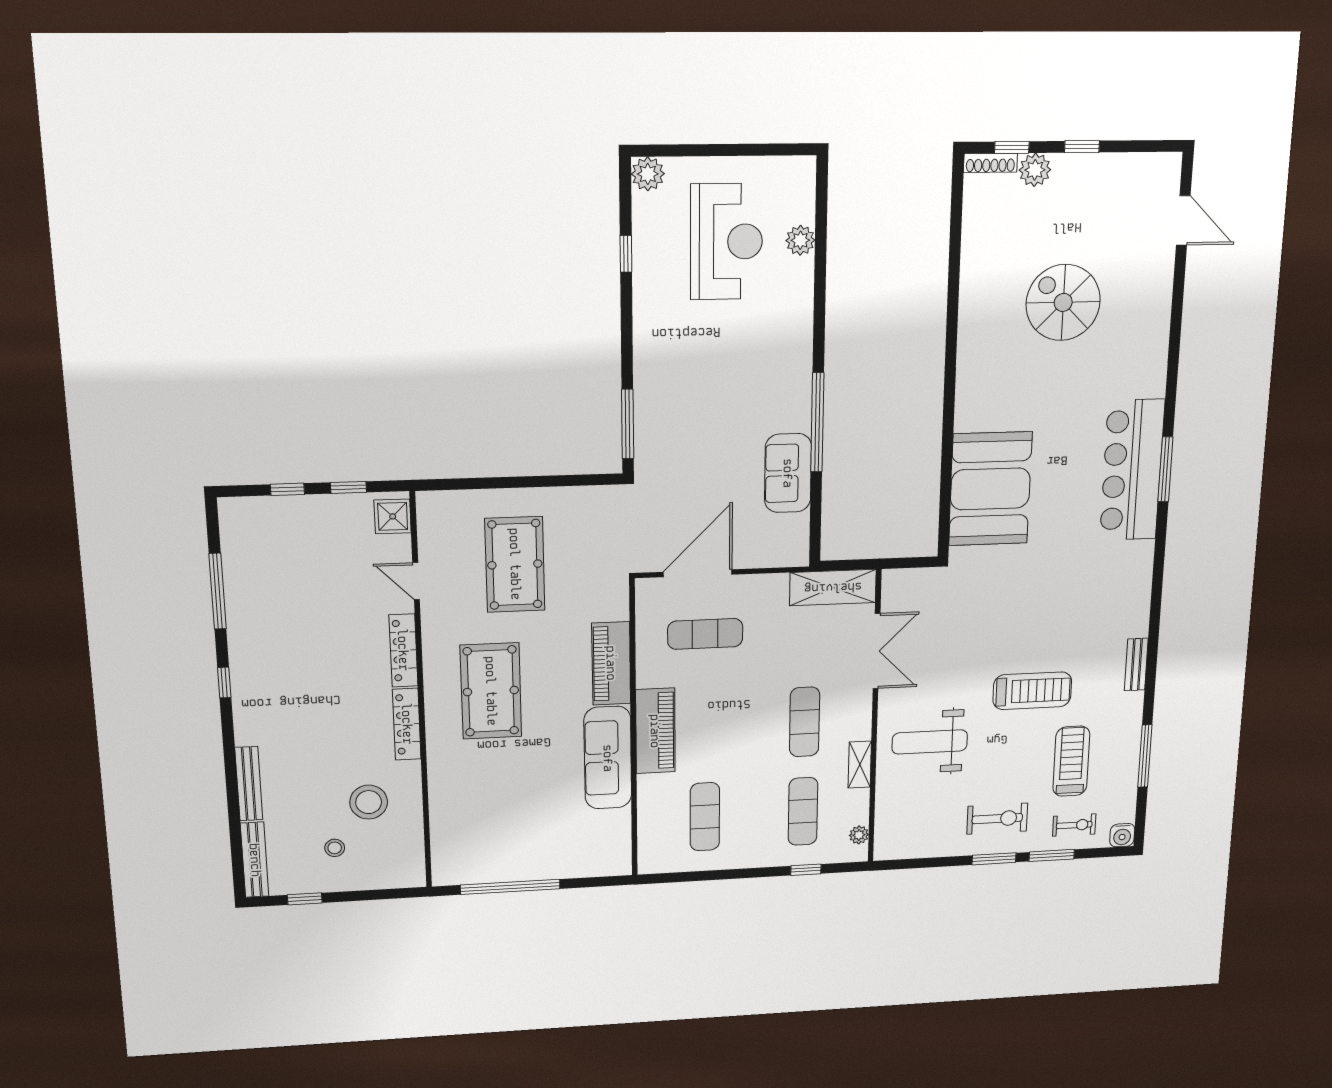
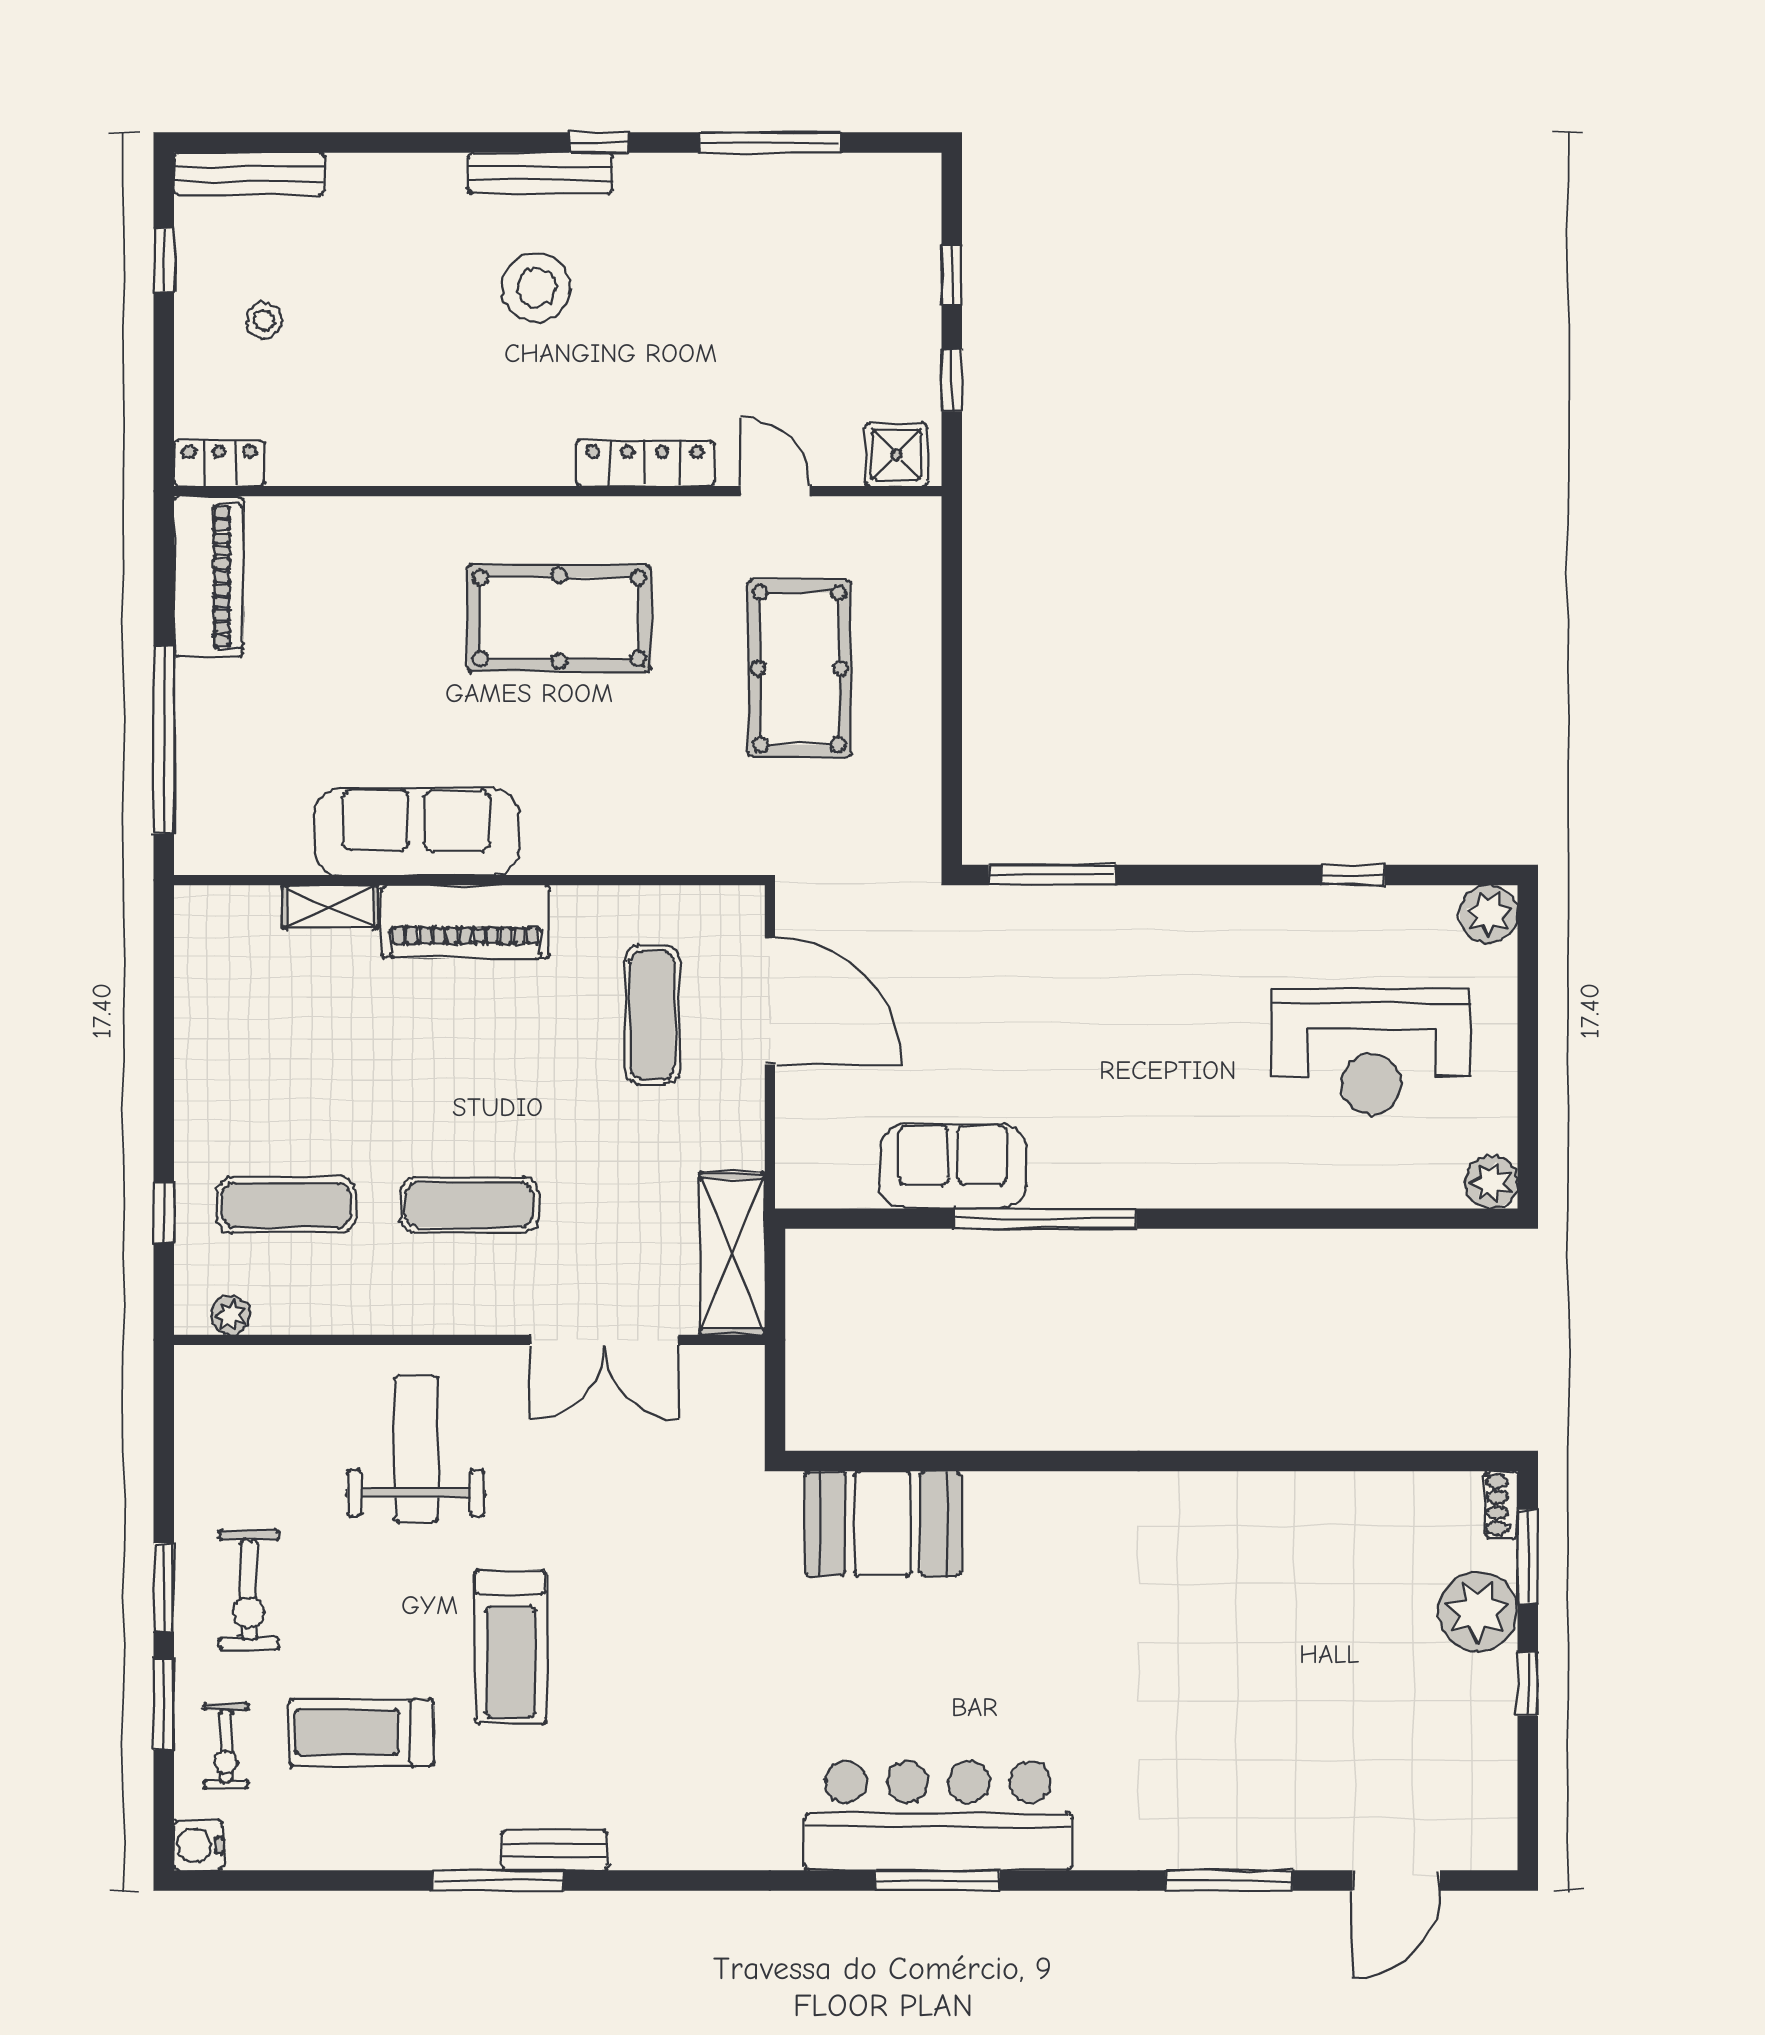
window: (1012, 147) -> (1528, 1557), width x1.50
shoe rack: (990, 163) -> (1501, 1505), width x0.70
plant: (1035, 170) -> (1478, 1611), width x1.36, depth x1.36
plant: (800, 240) -> (1491, 1182), moved
spiral stairs: (1063, 302) -> (1253, 1665), removed
window: (1177, 313) -> (1229, 1880), added
booth: (990, 489) -> (883, 1524), width x0.73, depth x0.70
pool table: (515, 564) -> (799, 669), turned 90
door: (416, 581) -> (775, 491), hinge flipped
piano: (611, 663) -> (209, 577), moved, turned 90
locker: (407, 724) -> (219, 463), moved, width x0.66
window: (1145, 756) -> (499, 1880), moved
treadmill: (1071, 761) -> (361, 1732), turned 180
shelving: (860, 765) -> (330, 907), moved
bench: (249, 784) -> (540, 173), moved
stool: (369, 802) -> (536, 288), moved
exercise mat: (705, 817) -> (286, 1015), removed
window: (510, 887) -> (164, 740), moved

